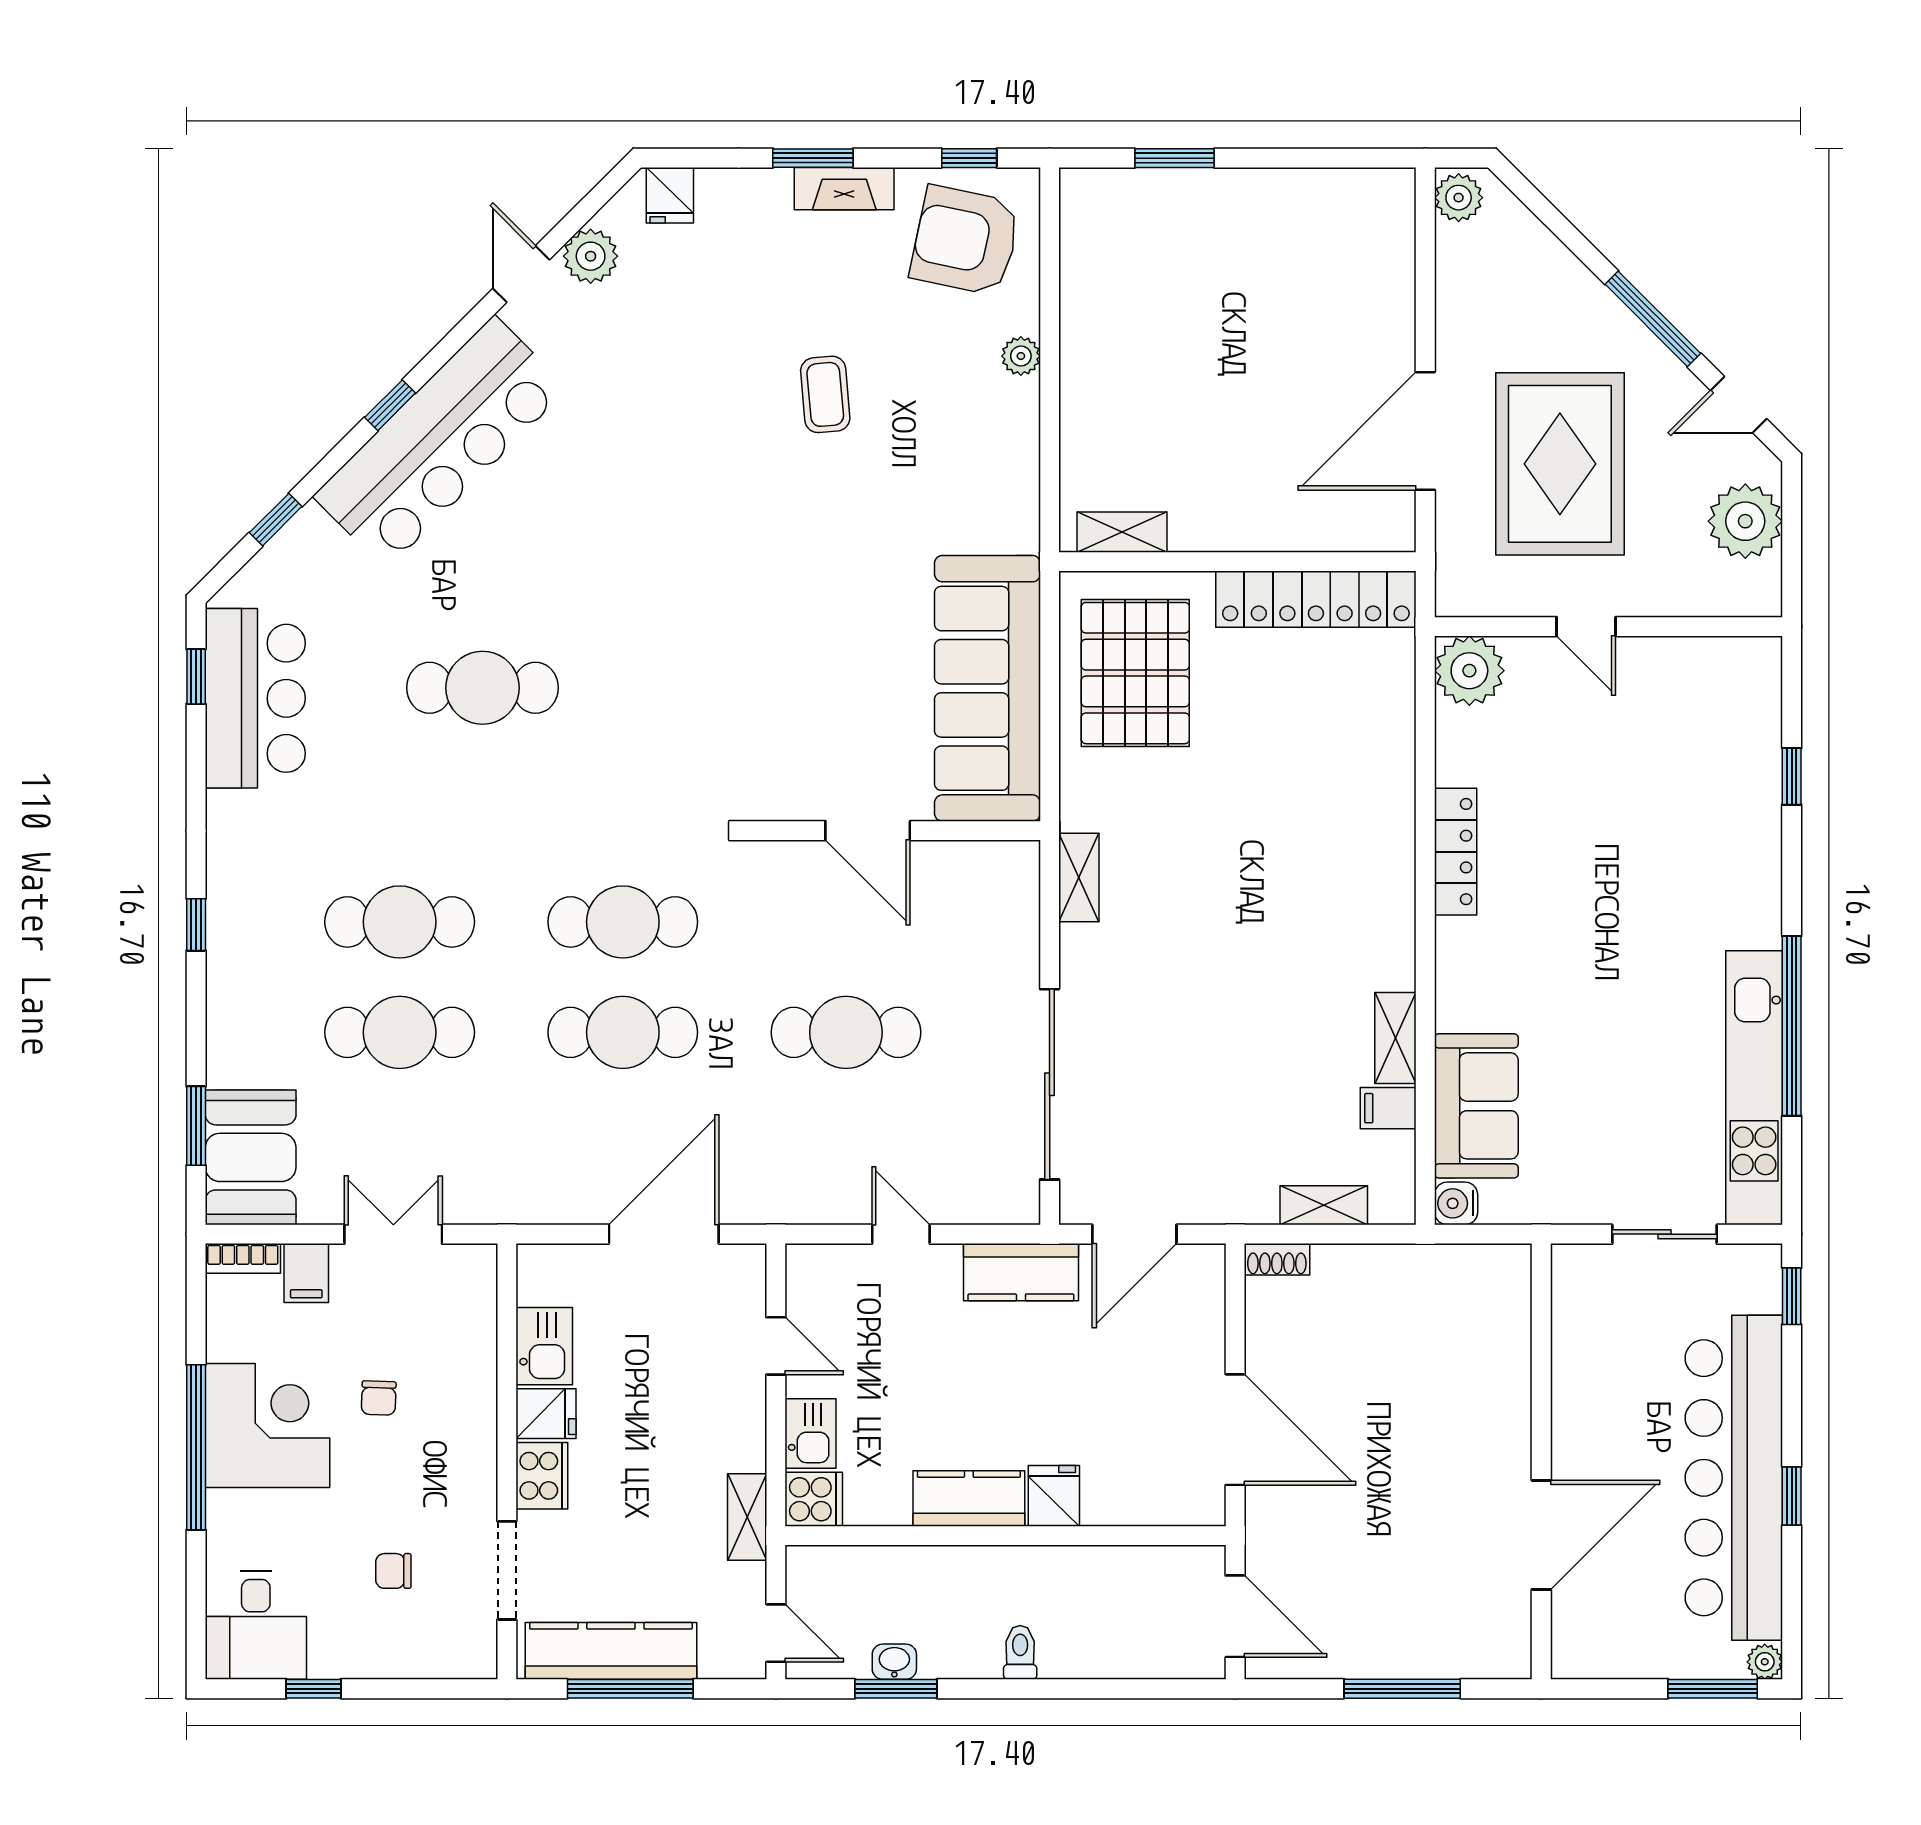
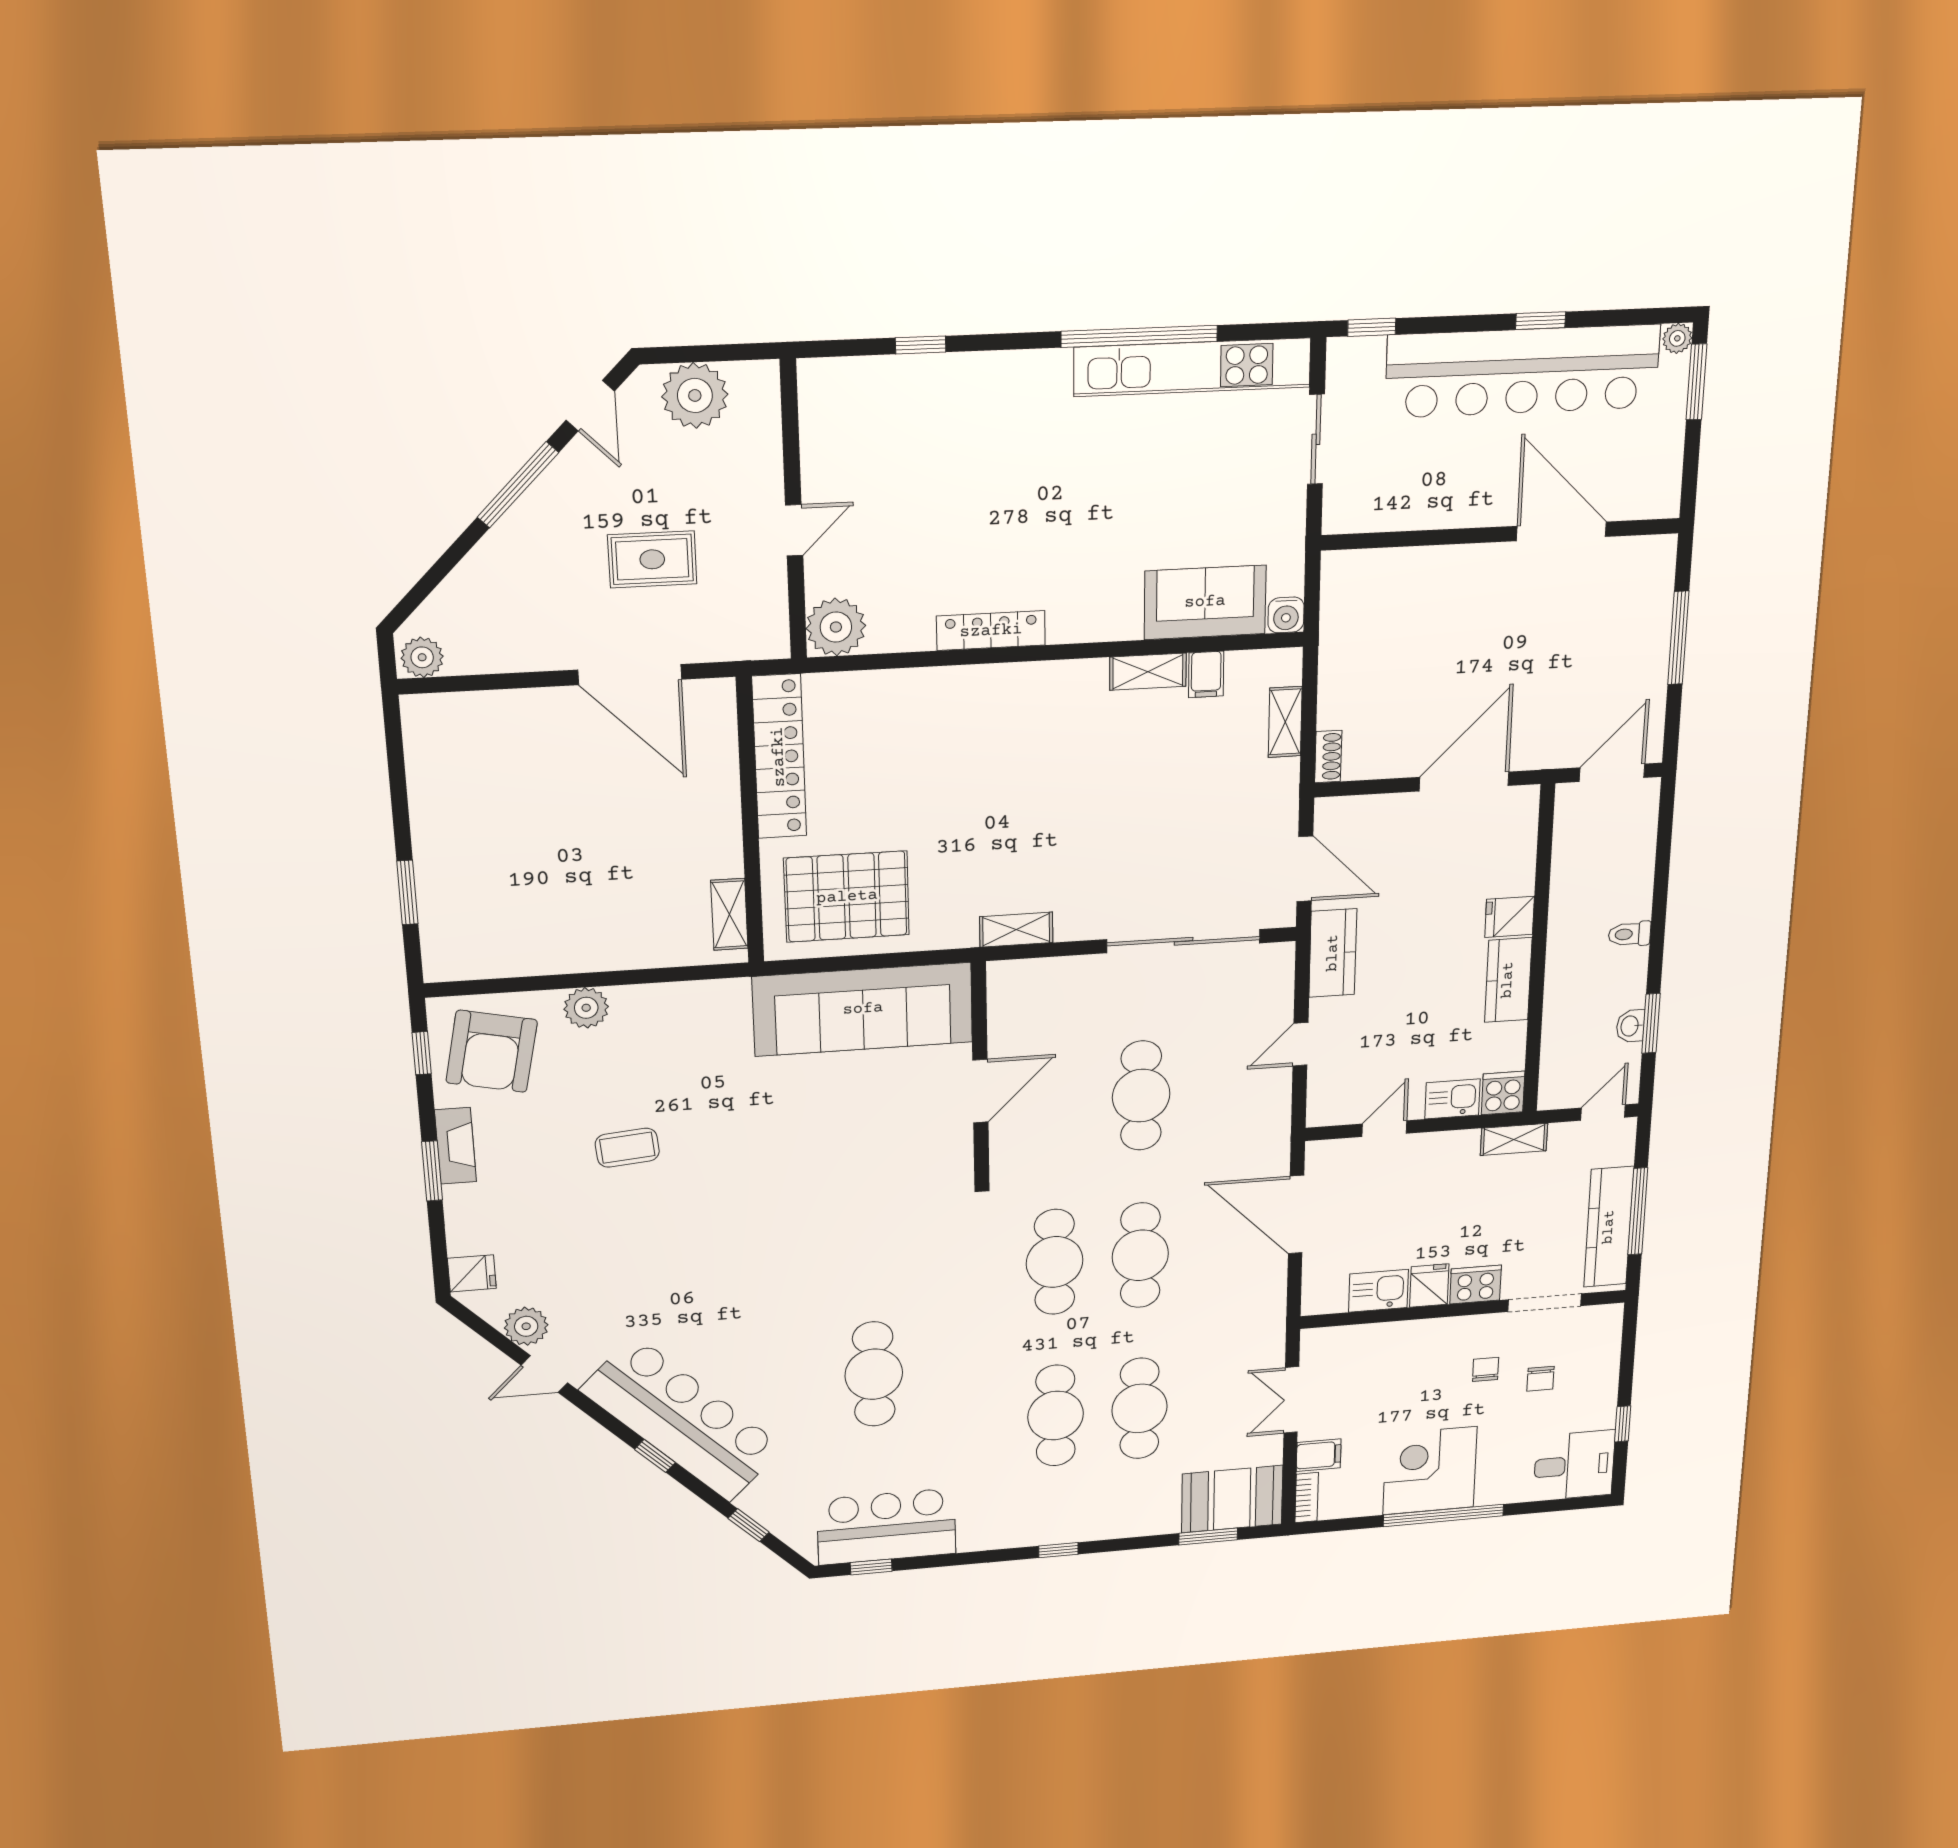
plant: (1021, 356) -> (586, 1008), width x1.38, depth x1.38
rug: (1560, 464) -> (652, 559), width x0.54, depth x0.49
chair: (379, 1398) -> (1486, 1369), moved, turned -92

